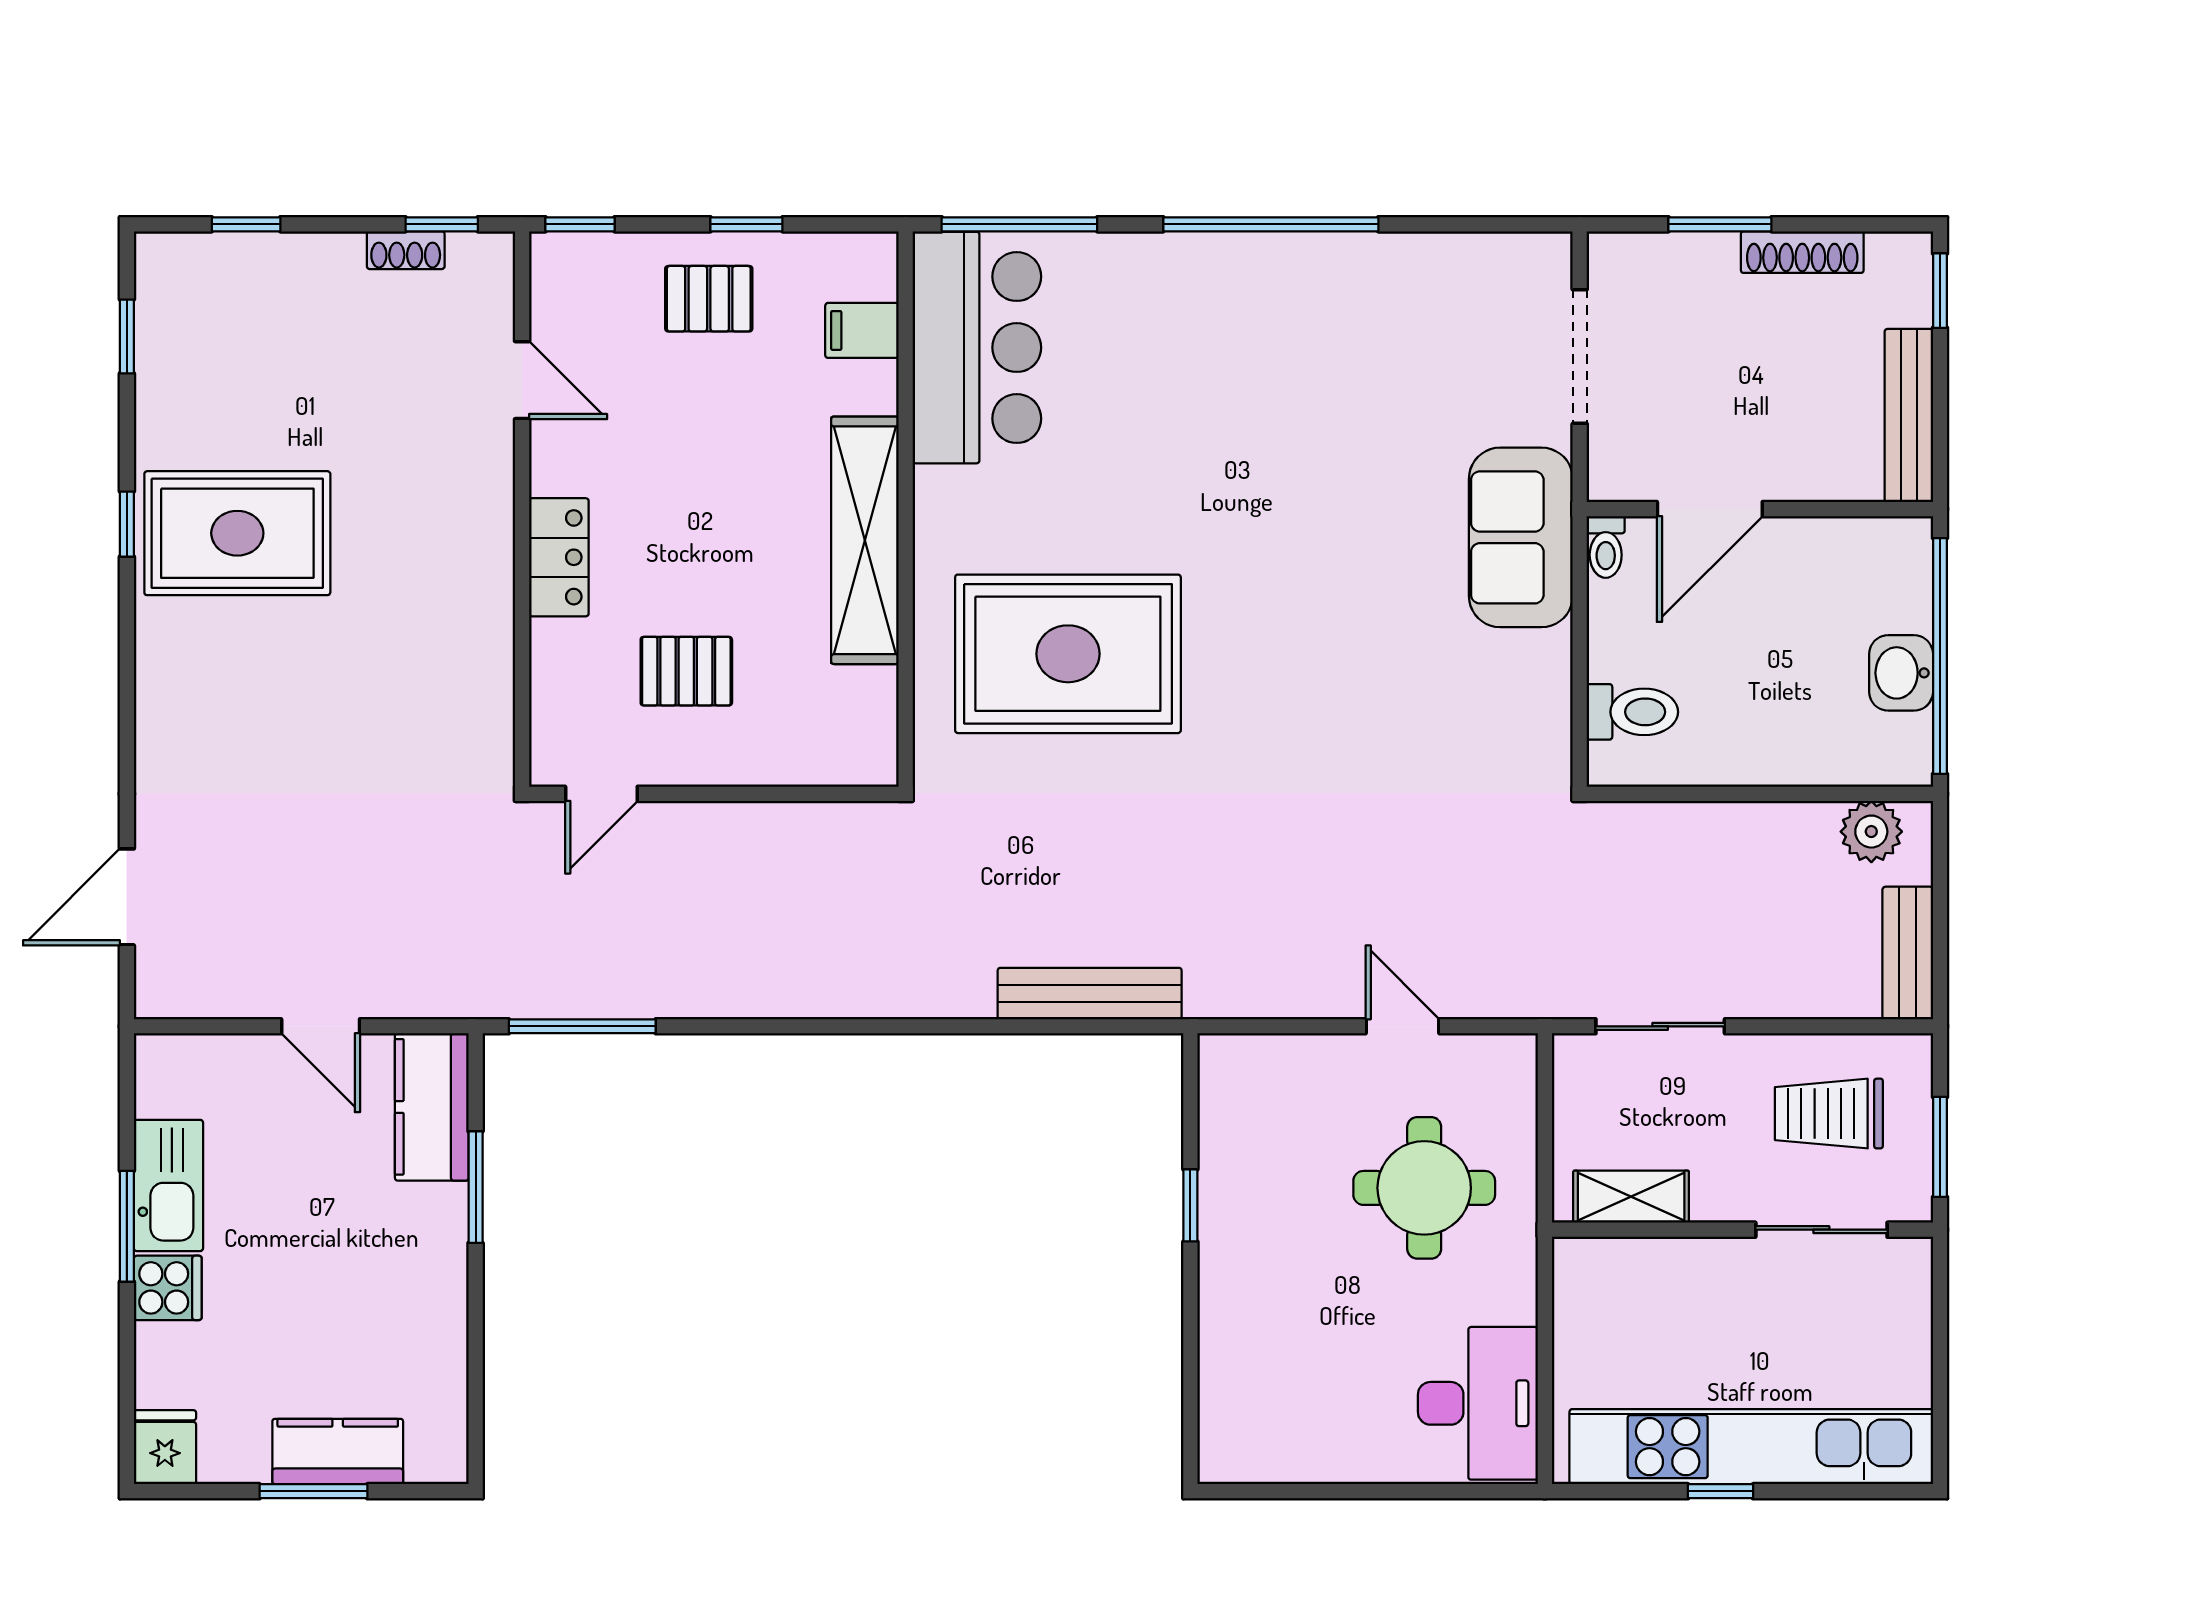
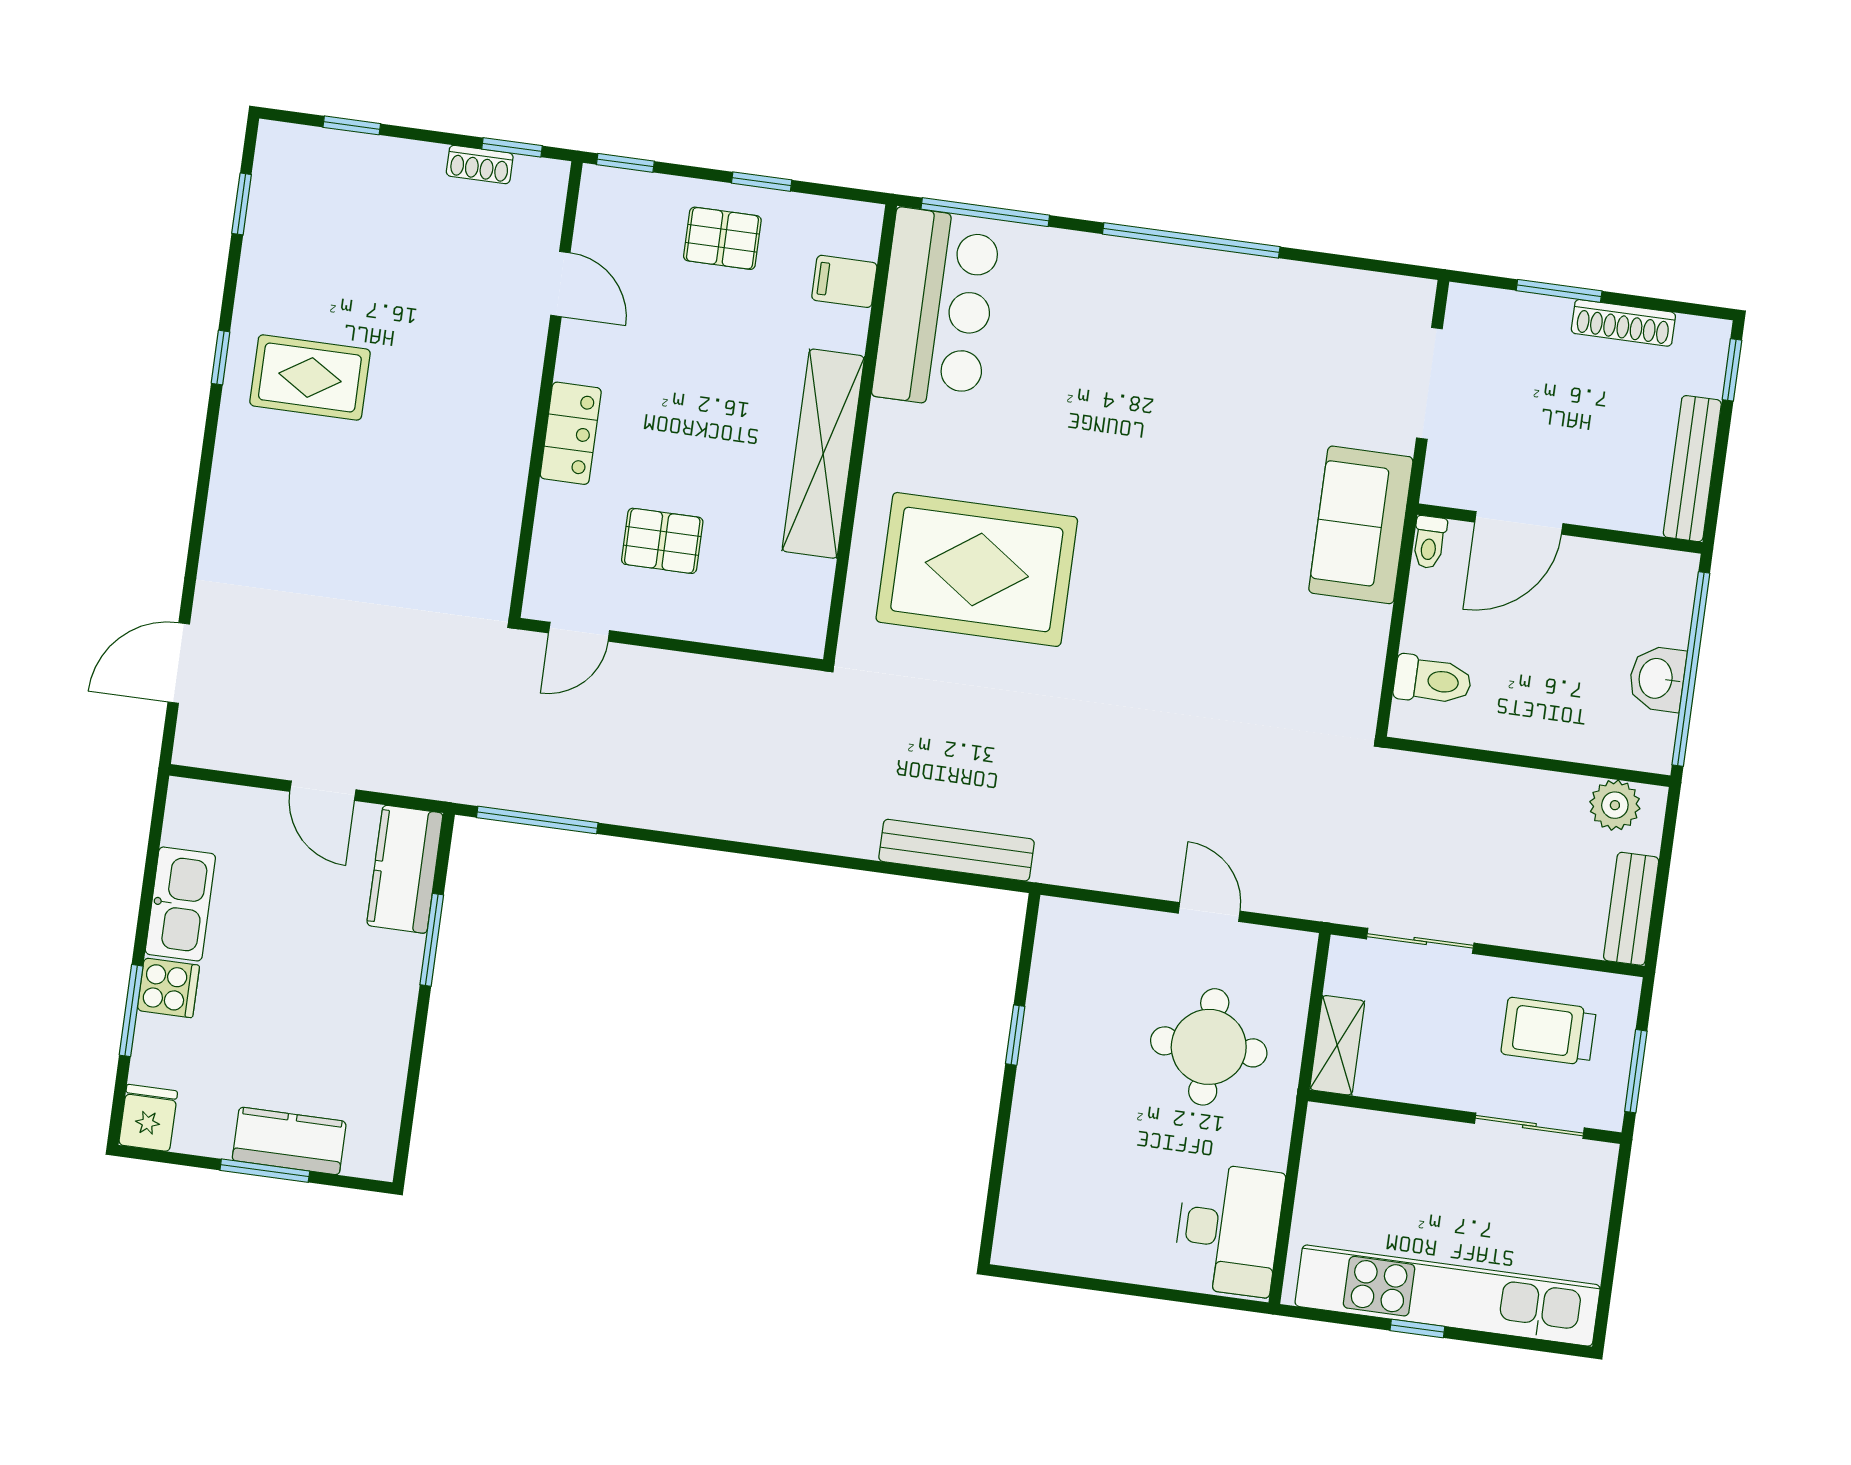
rug: (237, 533) -> (310, 377), width x0.73, depth x0.70
shelving: (1631, 1197) -> (1337, 1045), moved, turned 90
window: (127, 1226) -> (131, 1011), moved

